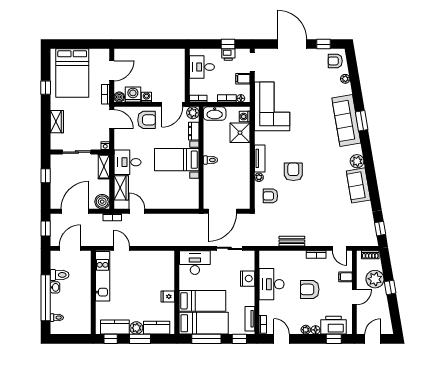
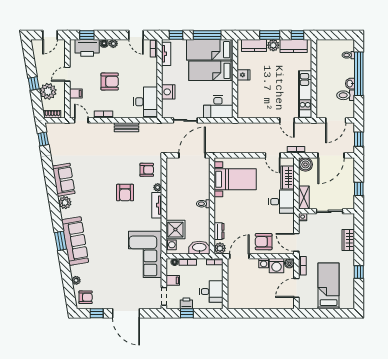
bed: (72, 73) -> (329, 286), width x0.67
bed with nightstands: (177, 160) -> (235, 179), moved
desk: (272, 284) -> (146, 102), moved

